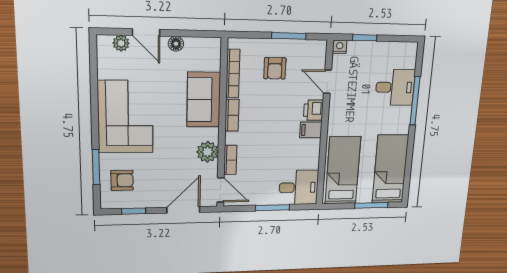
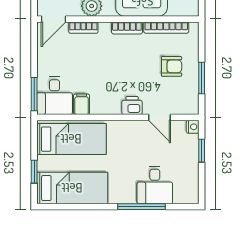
armchair: (275, 68) -> (172, 66), turned 180
door: (328, 82) -> (160, 117), swing flipped
filing cabinet: (311, 130) -> (82, 104), moved
window: (371, 205) -> (34, 172), width x0.67
window: (272, 208) -> (34, 94), moved

